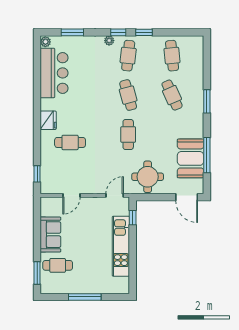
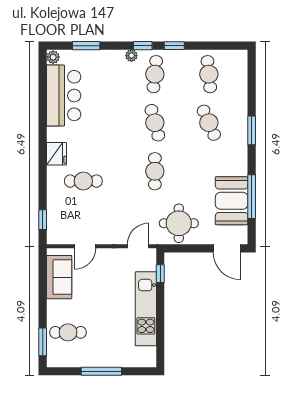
sofa: (50, 235) -> (59, 277), moved

